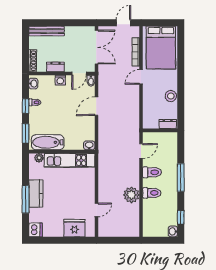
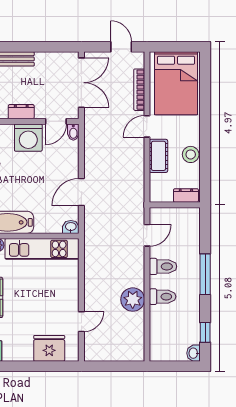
door: (123, 23) -> (121, 47), hinge flipped
washing machine: (60, 80) -> (28, 138), width x1.89, depth x1.89
cot: (149, 97) -> (158, 156), added
door: (96, 106) -> (81, 192), moved

